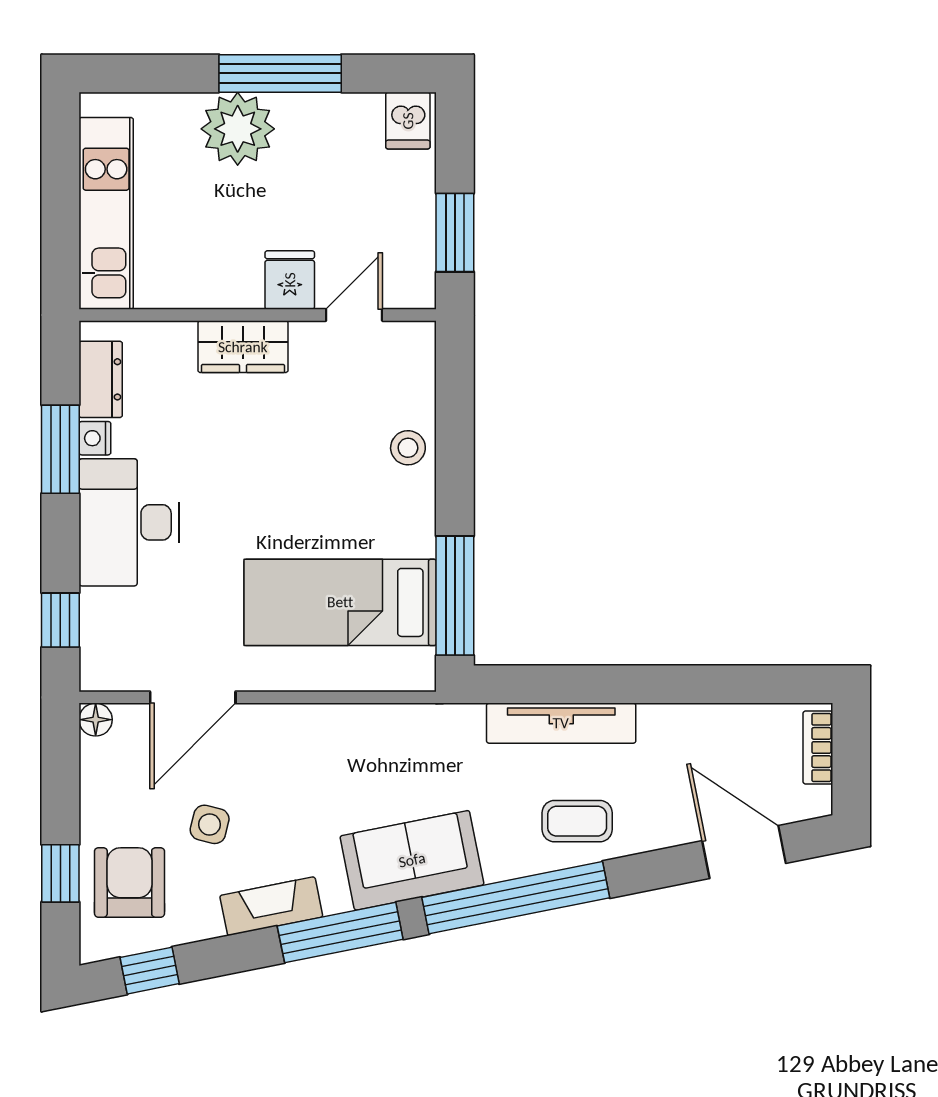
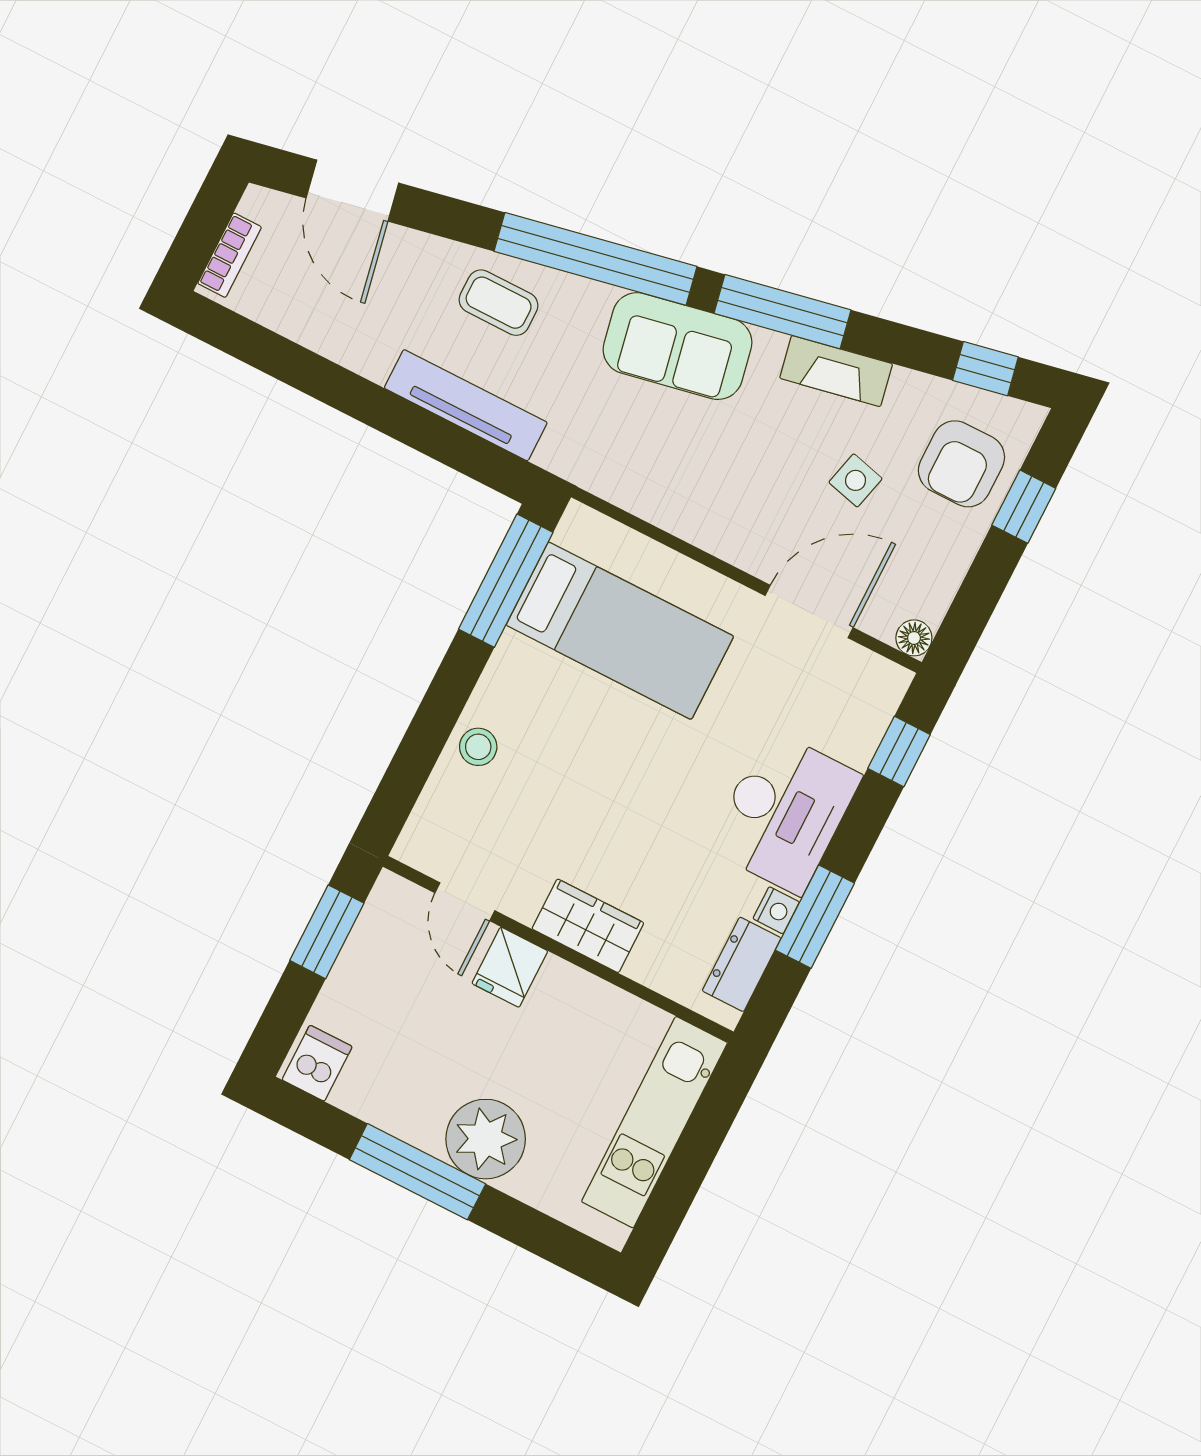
door: (354, 315) -> (465, 902), hinge flipped

